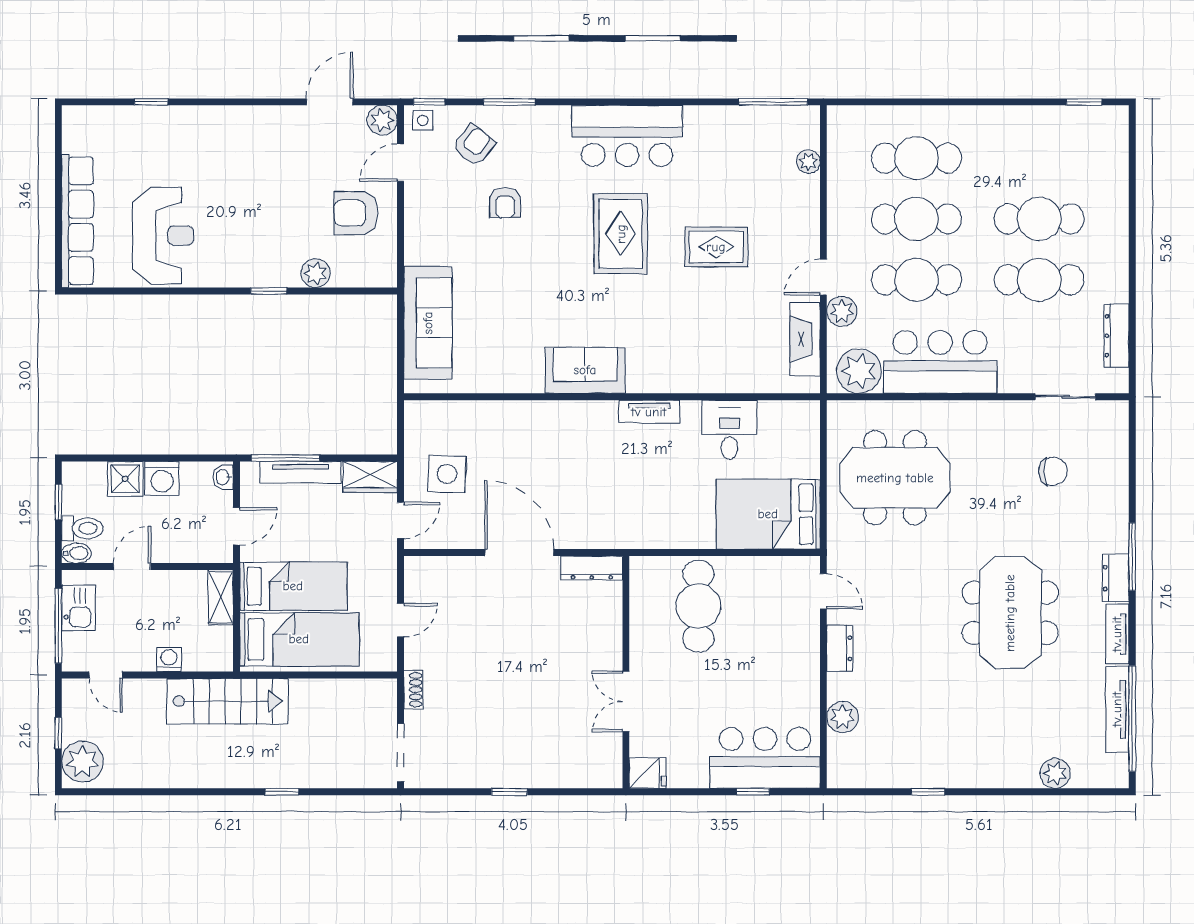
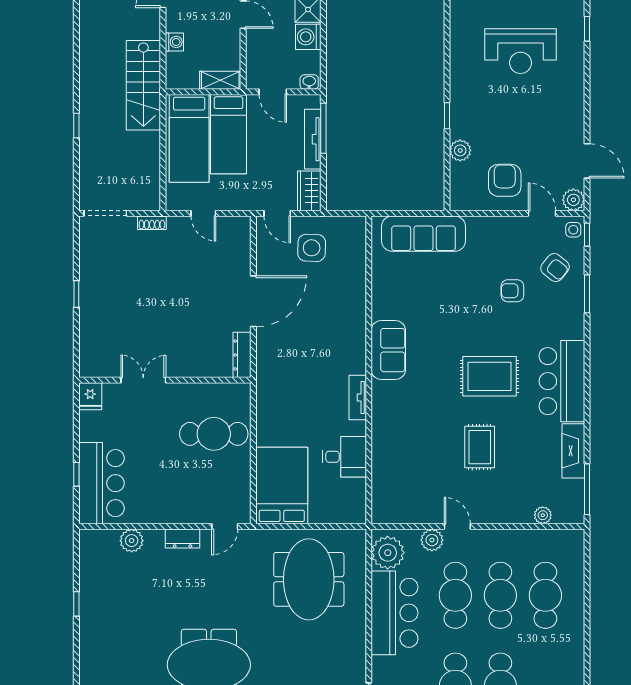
reception desk: (163, 236) -> (521, 51), moved
fireplace: (805, 339) -> (573, 451), moved, turned -90

